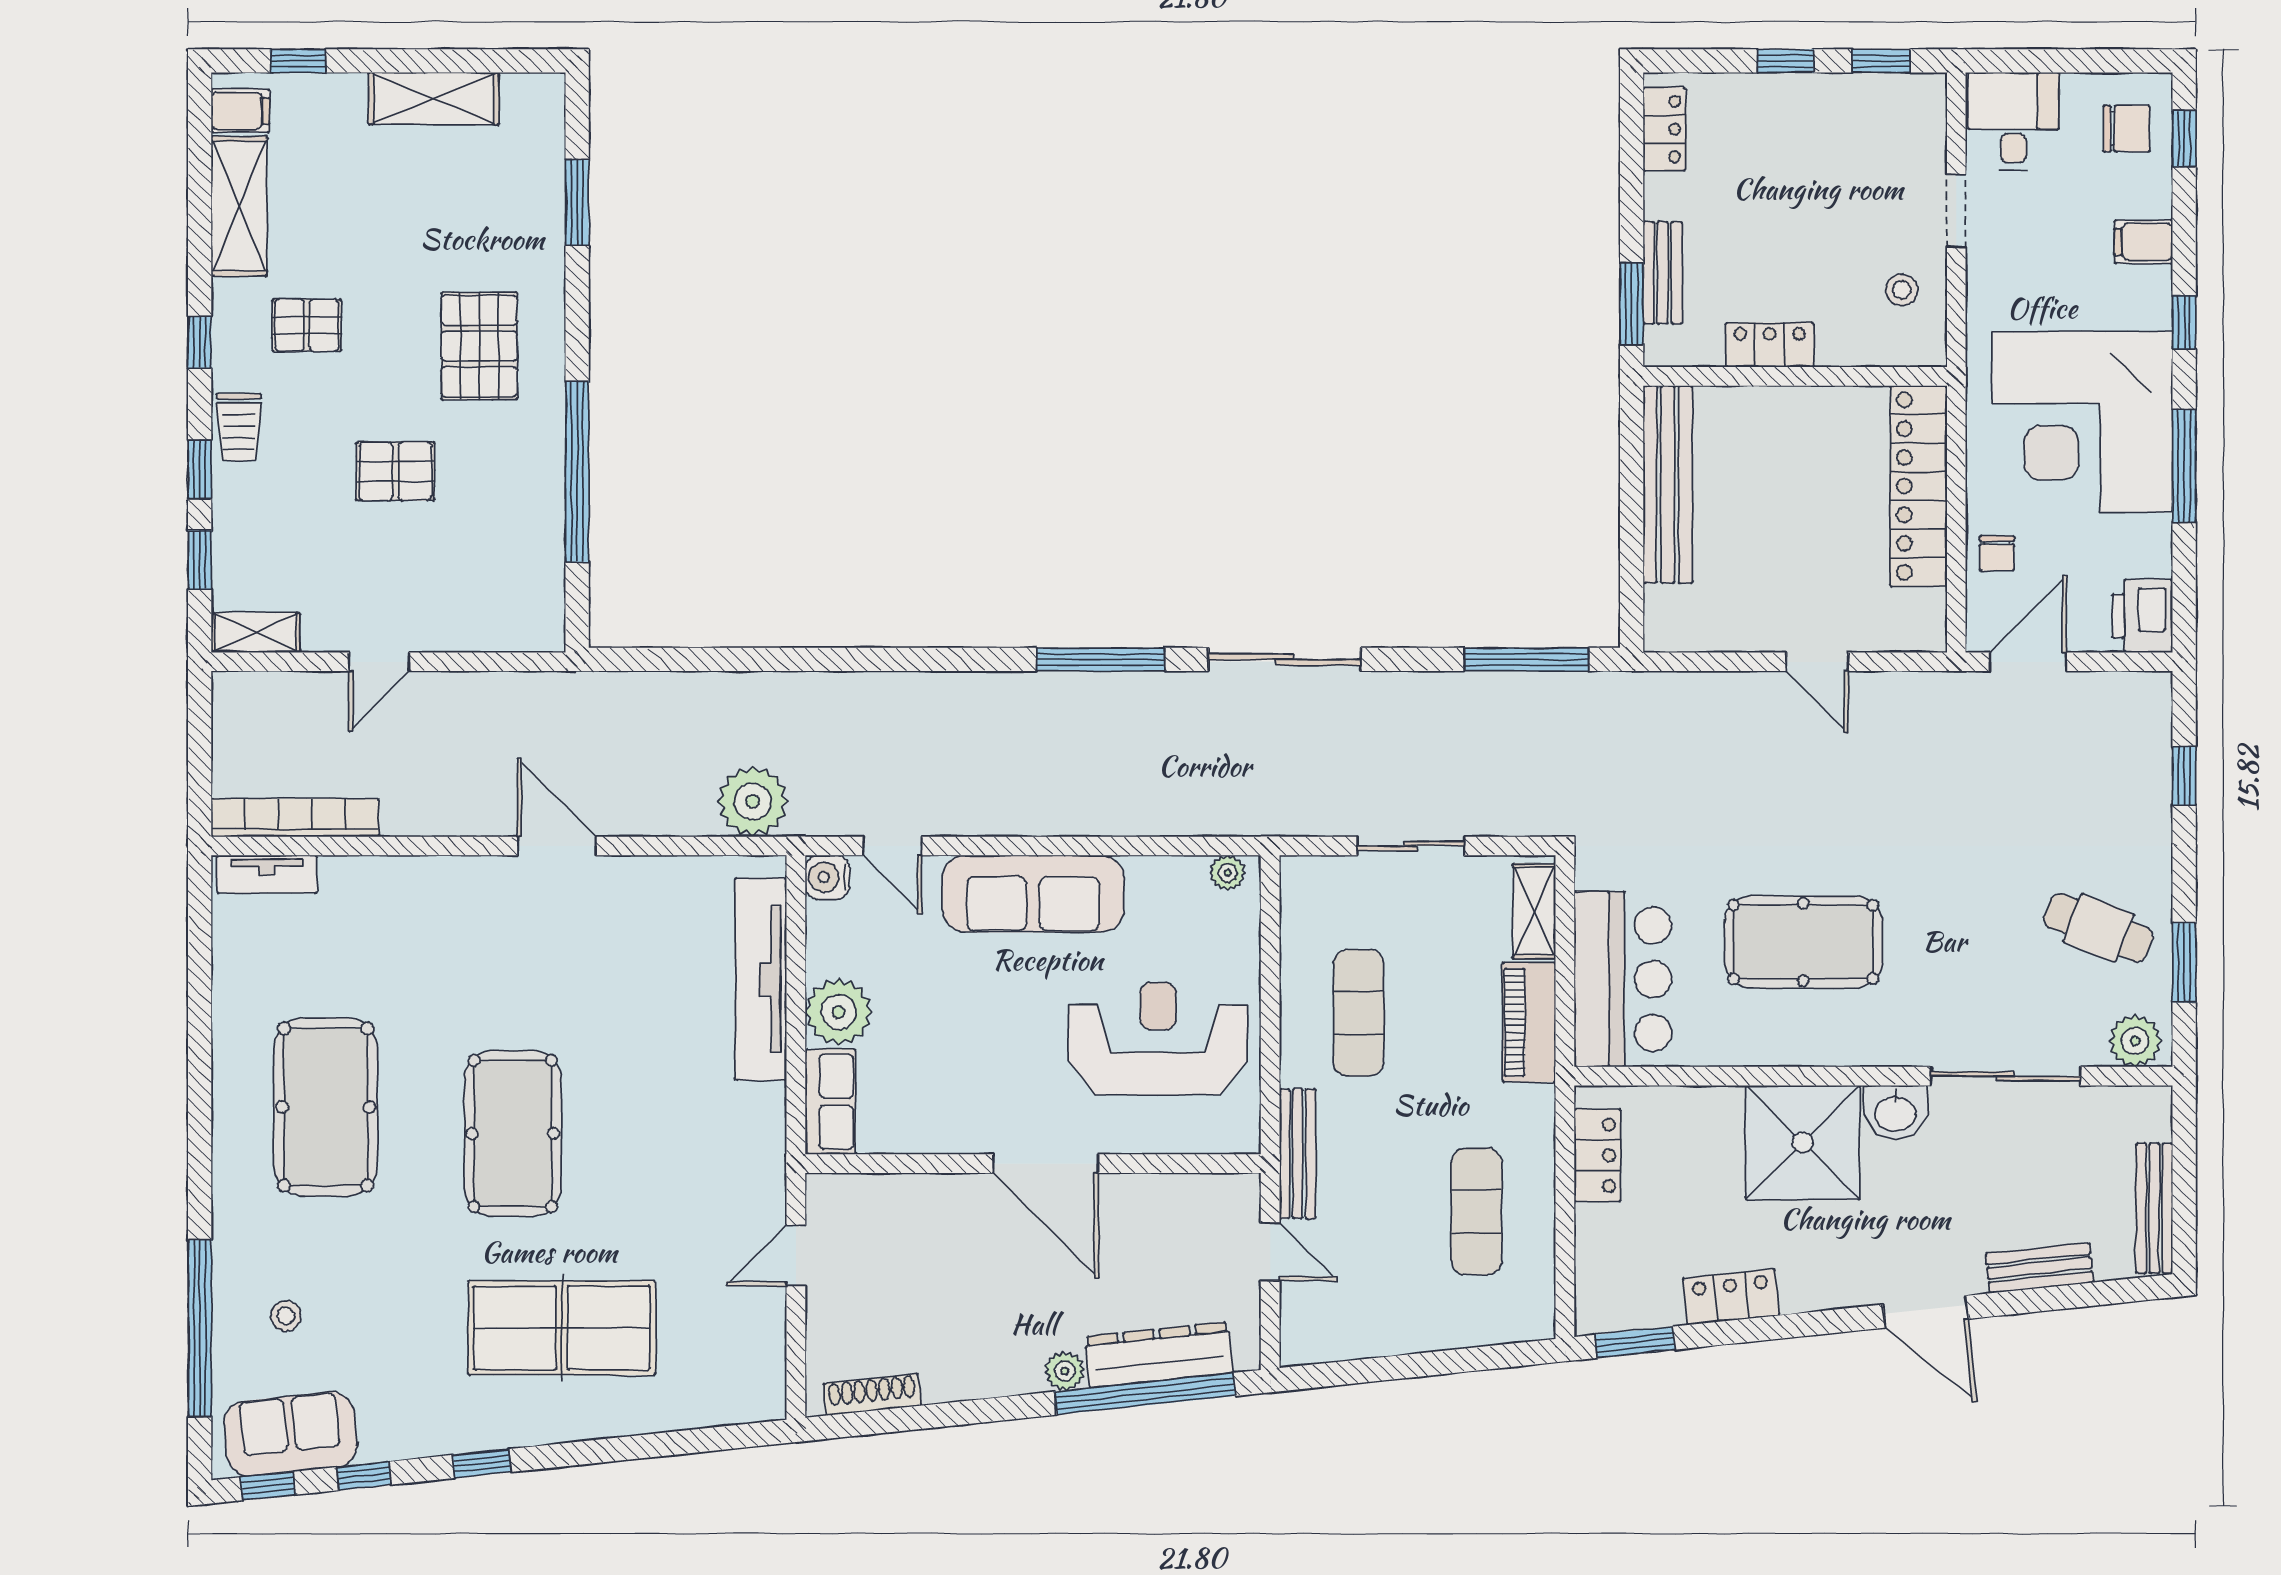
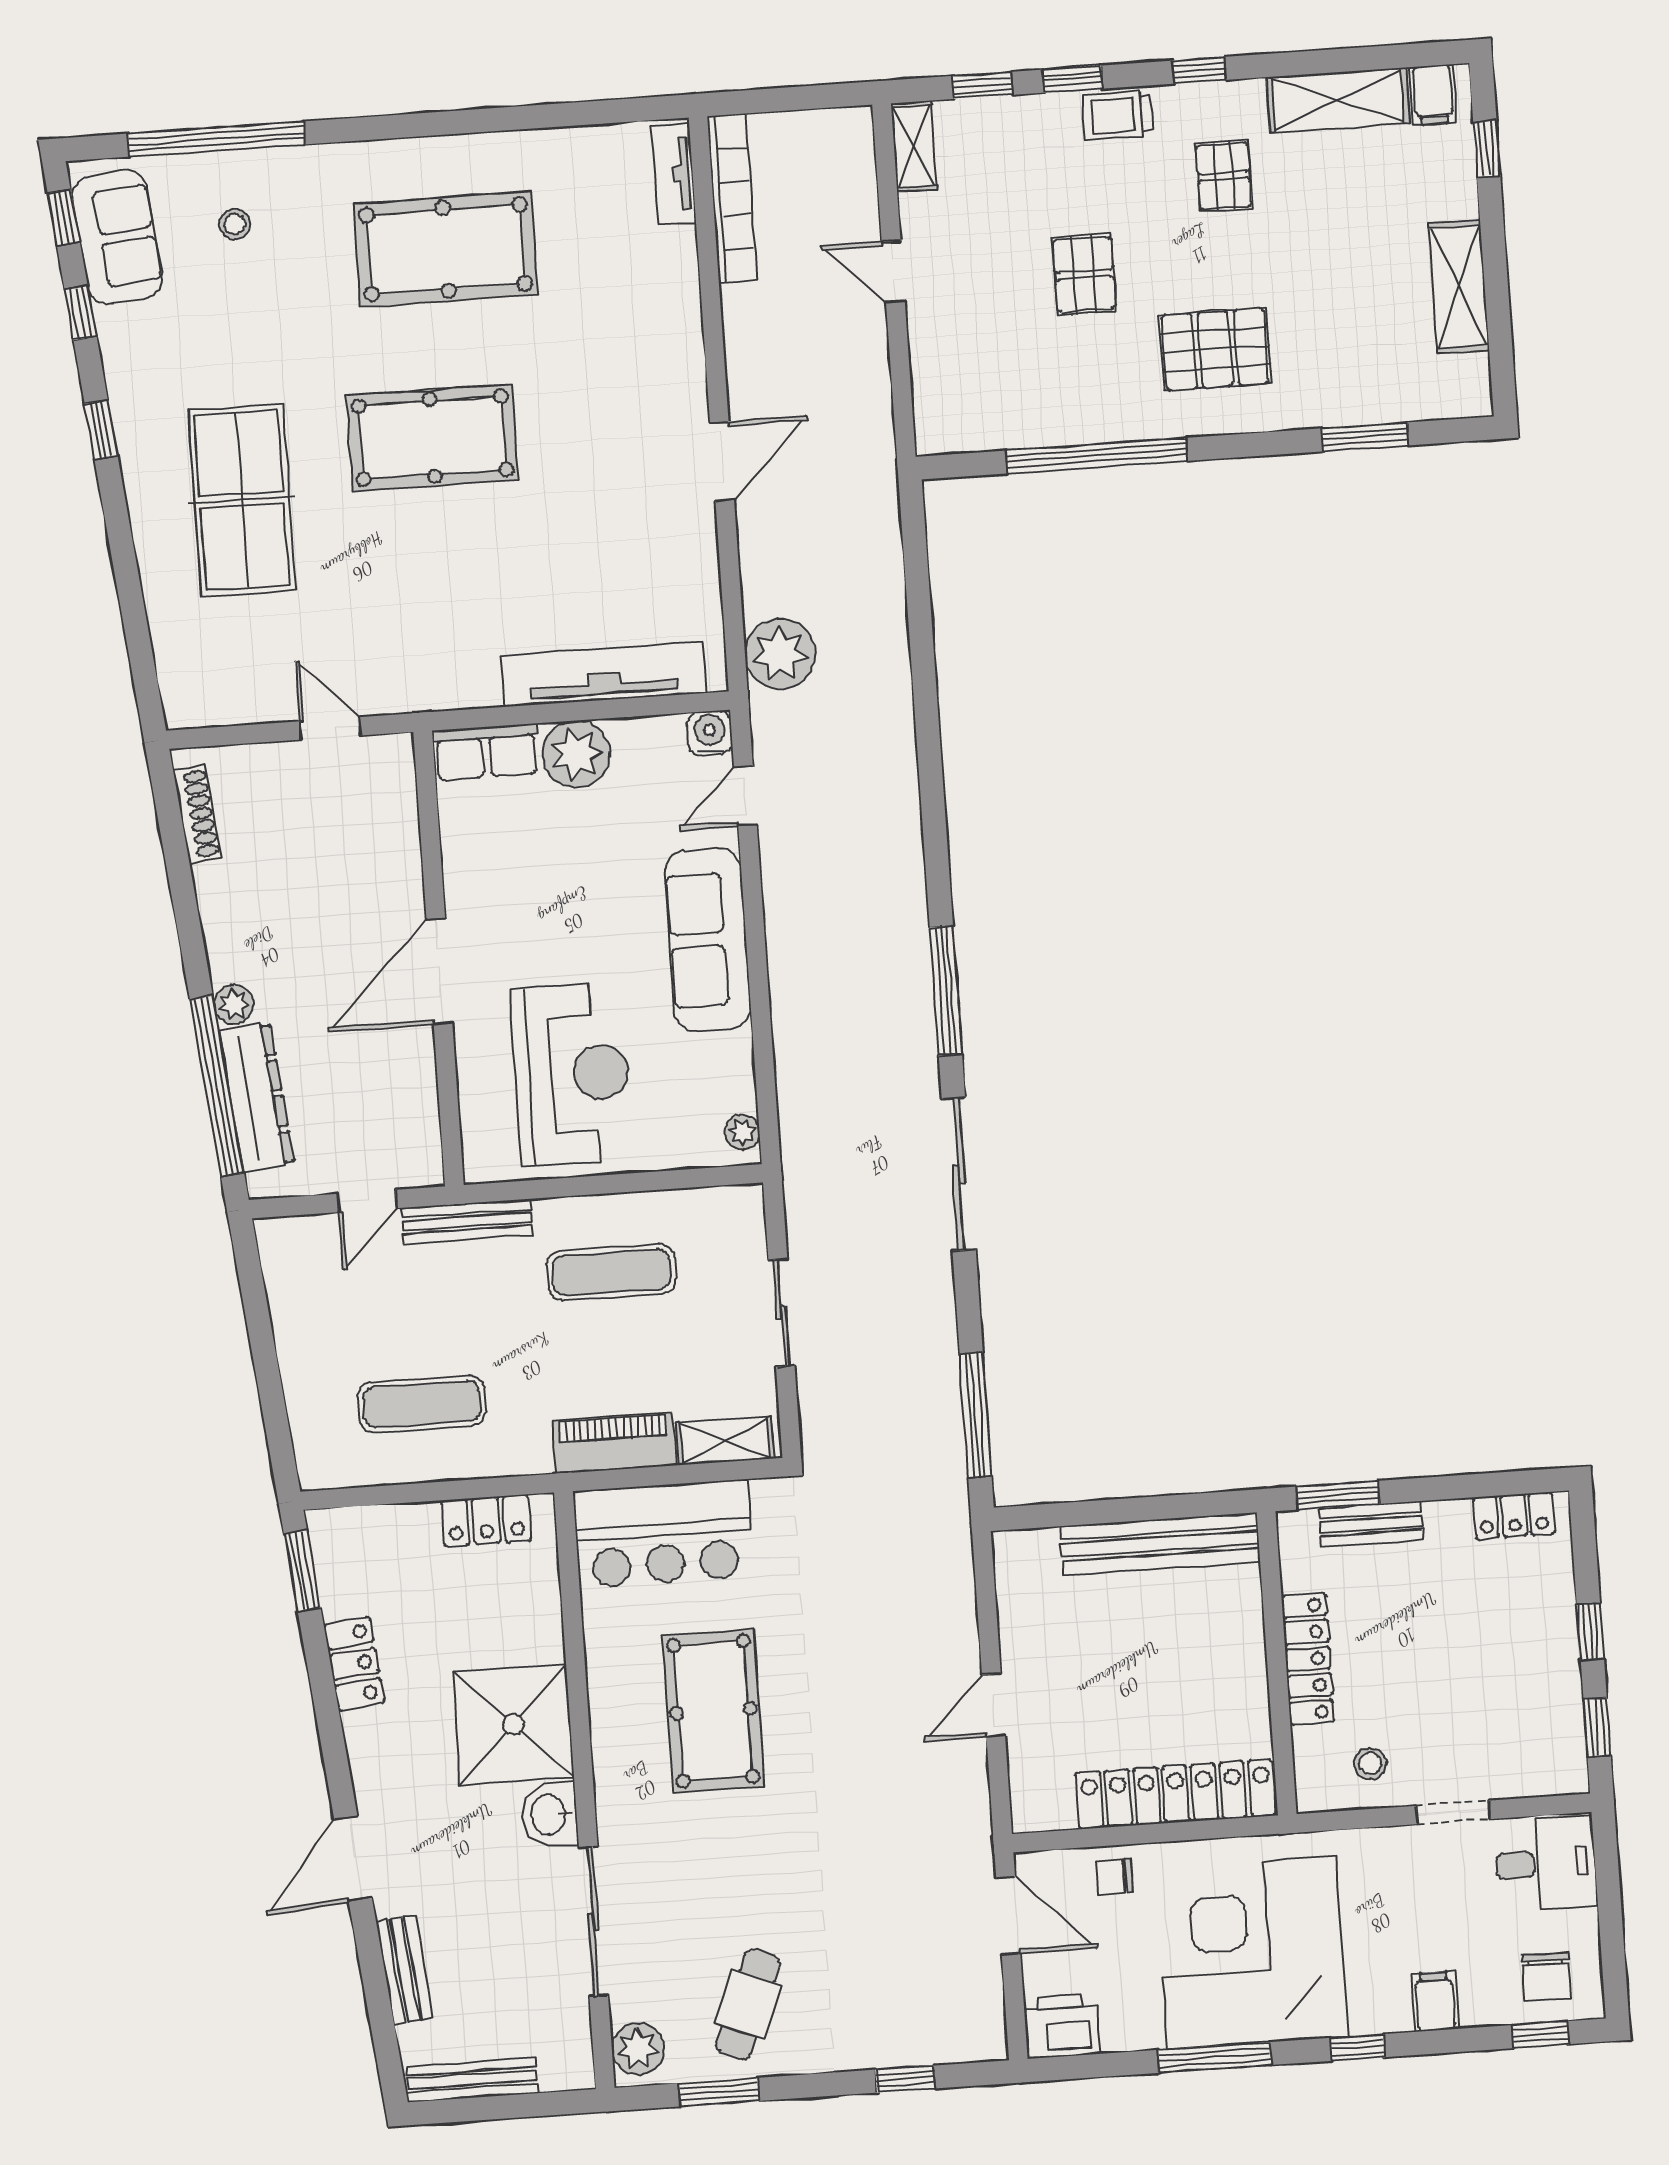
locker: (1770, 345) -> (1308, 1659), width x1.53

